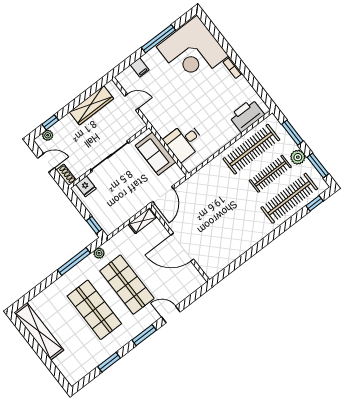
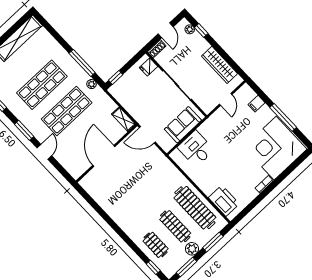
clothes rail: (289, 198) -> (156, 245), width x0.54, depth x0.76

